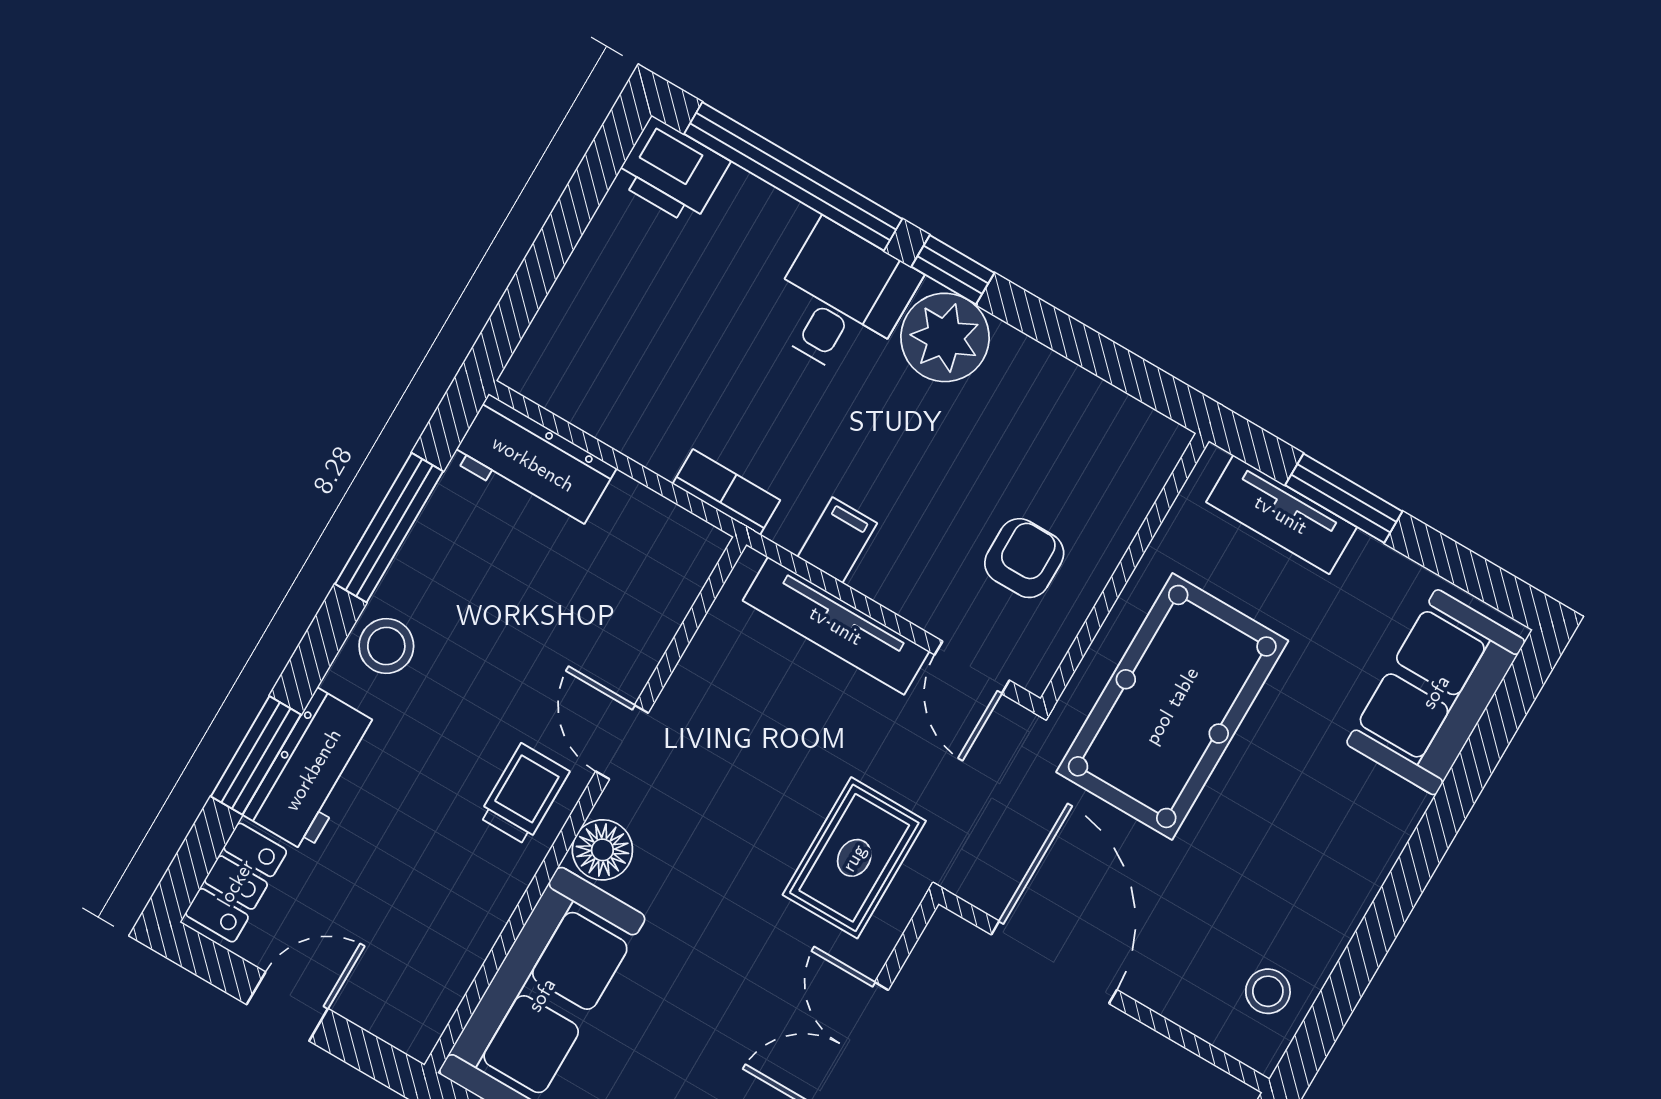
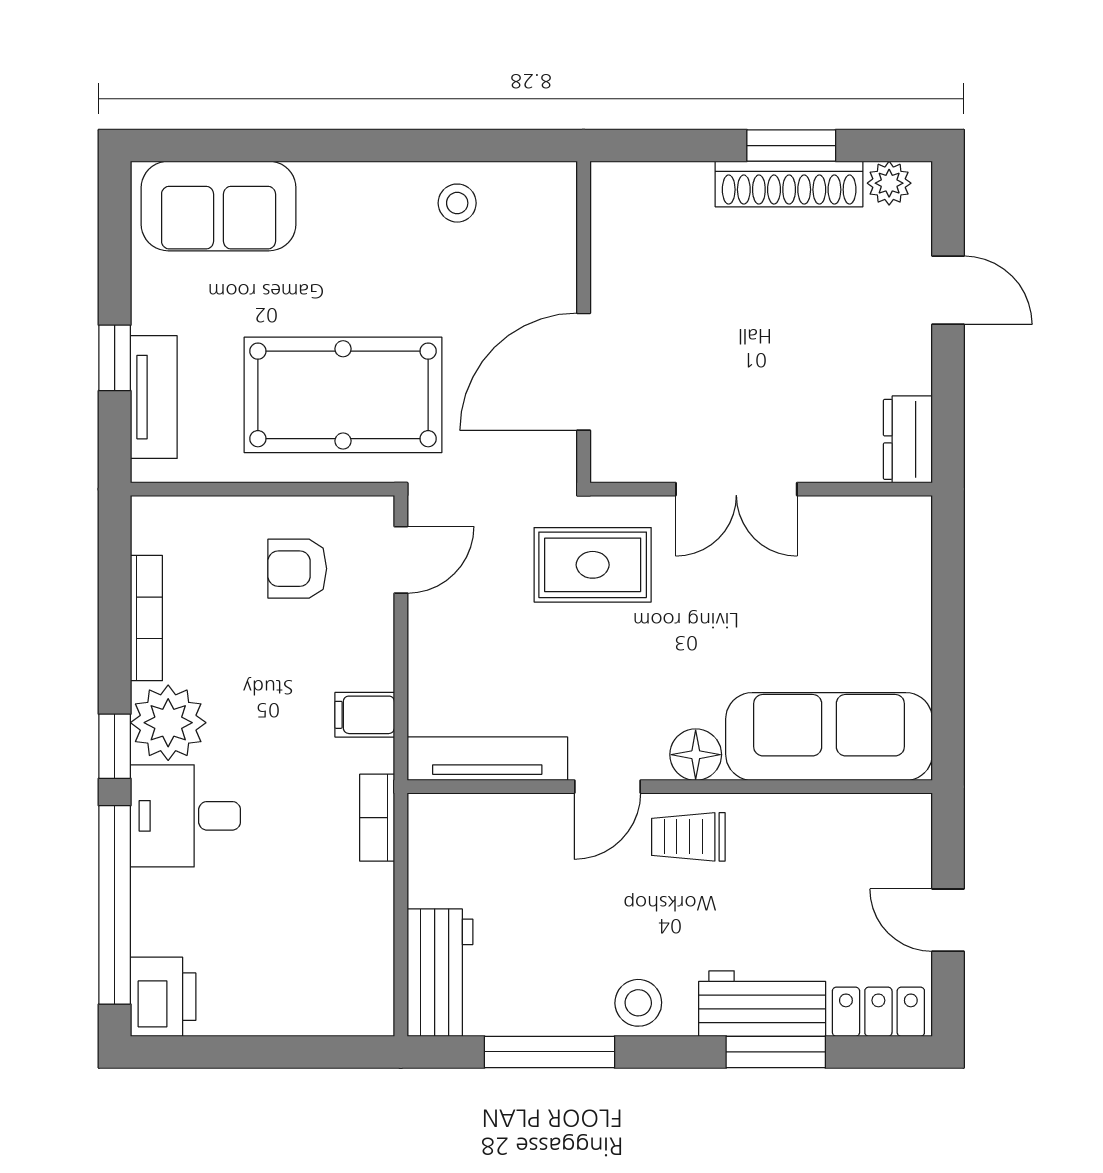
bookcase: (1063, 377) -> (146, 618), added
window: (1344, 498) -> (115, 358), width x0.67
tv unit: (836, 626) -> (487, 759), moved, turned -90
stool: (1268, 991) -> (457, 203), moved

